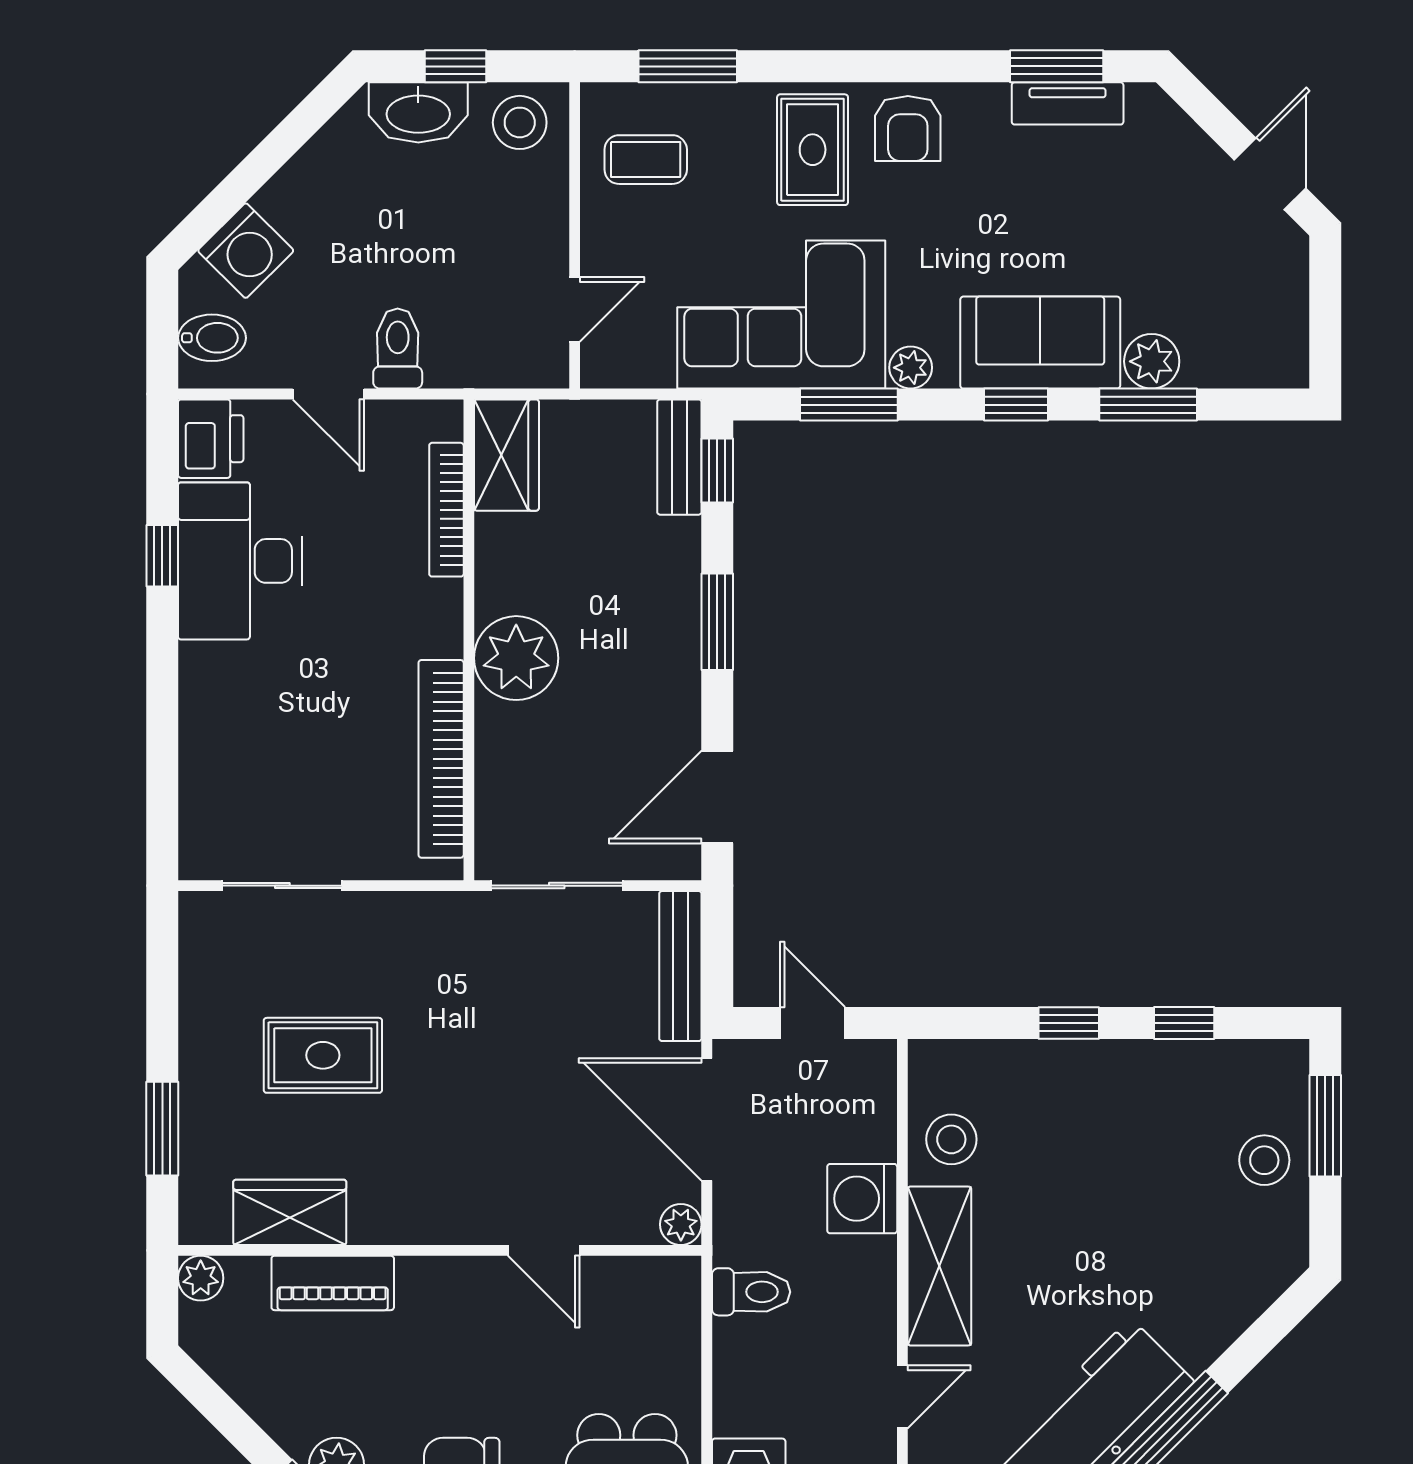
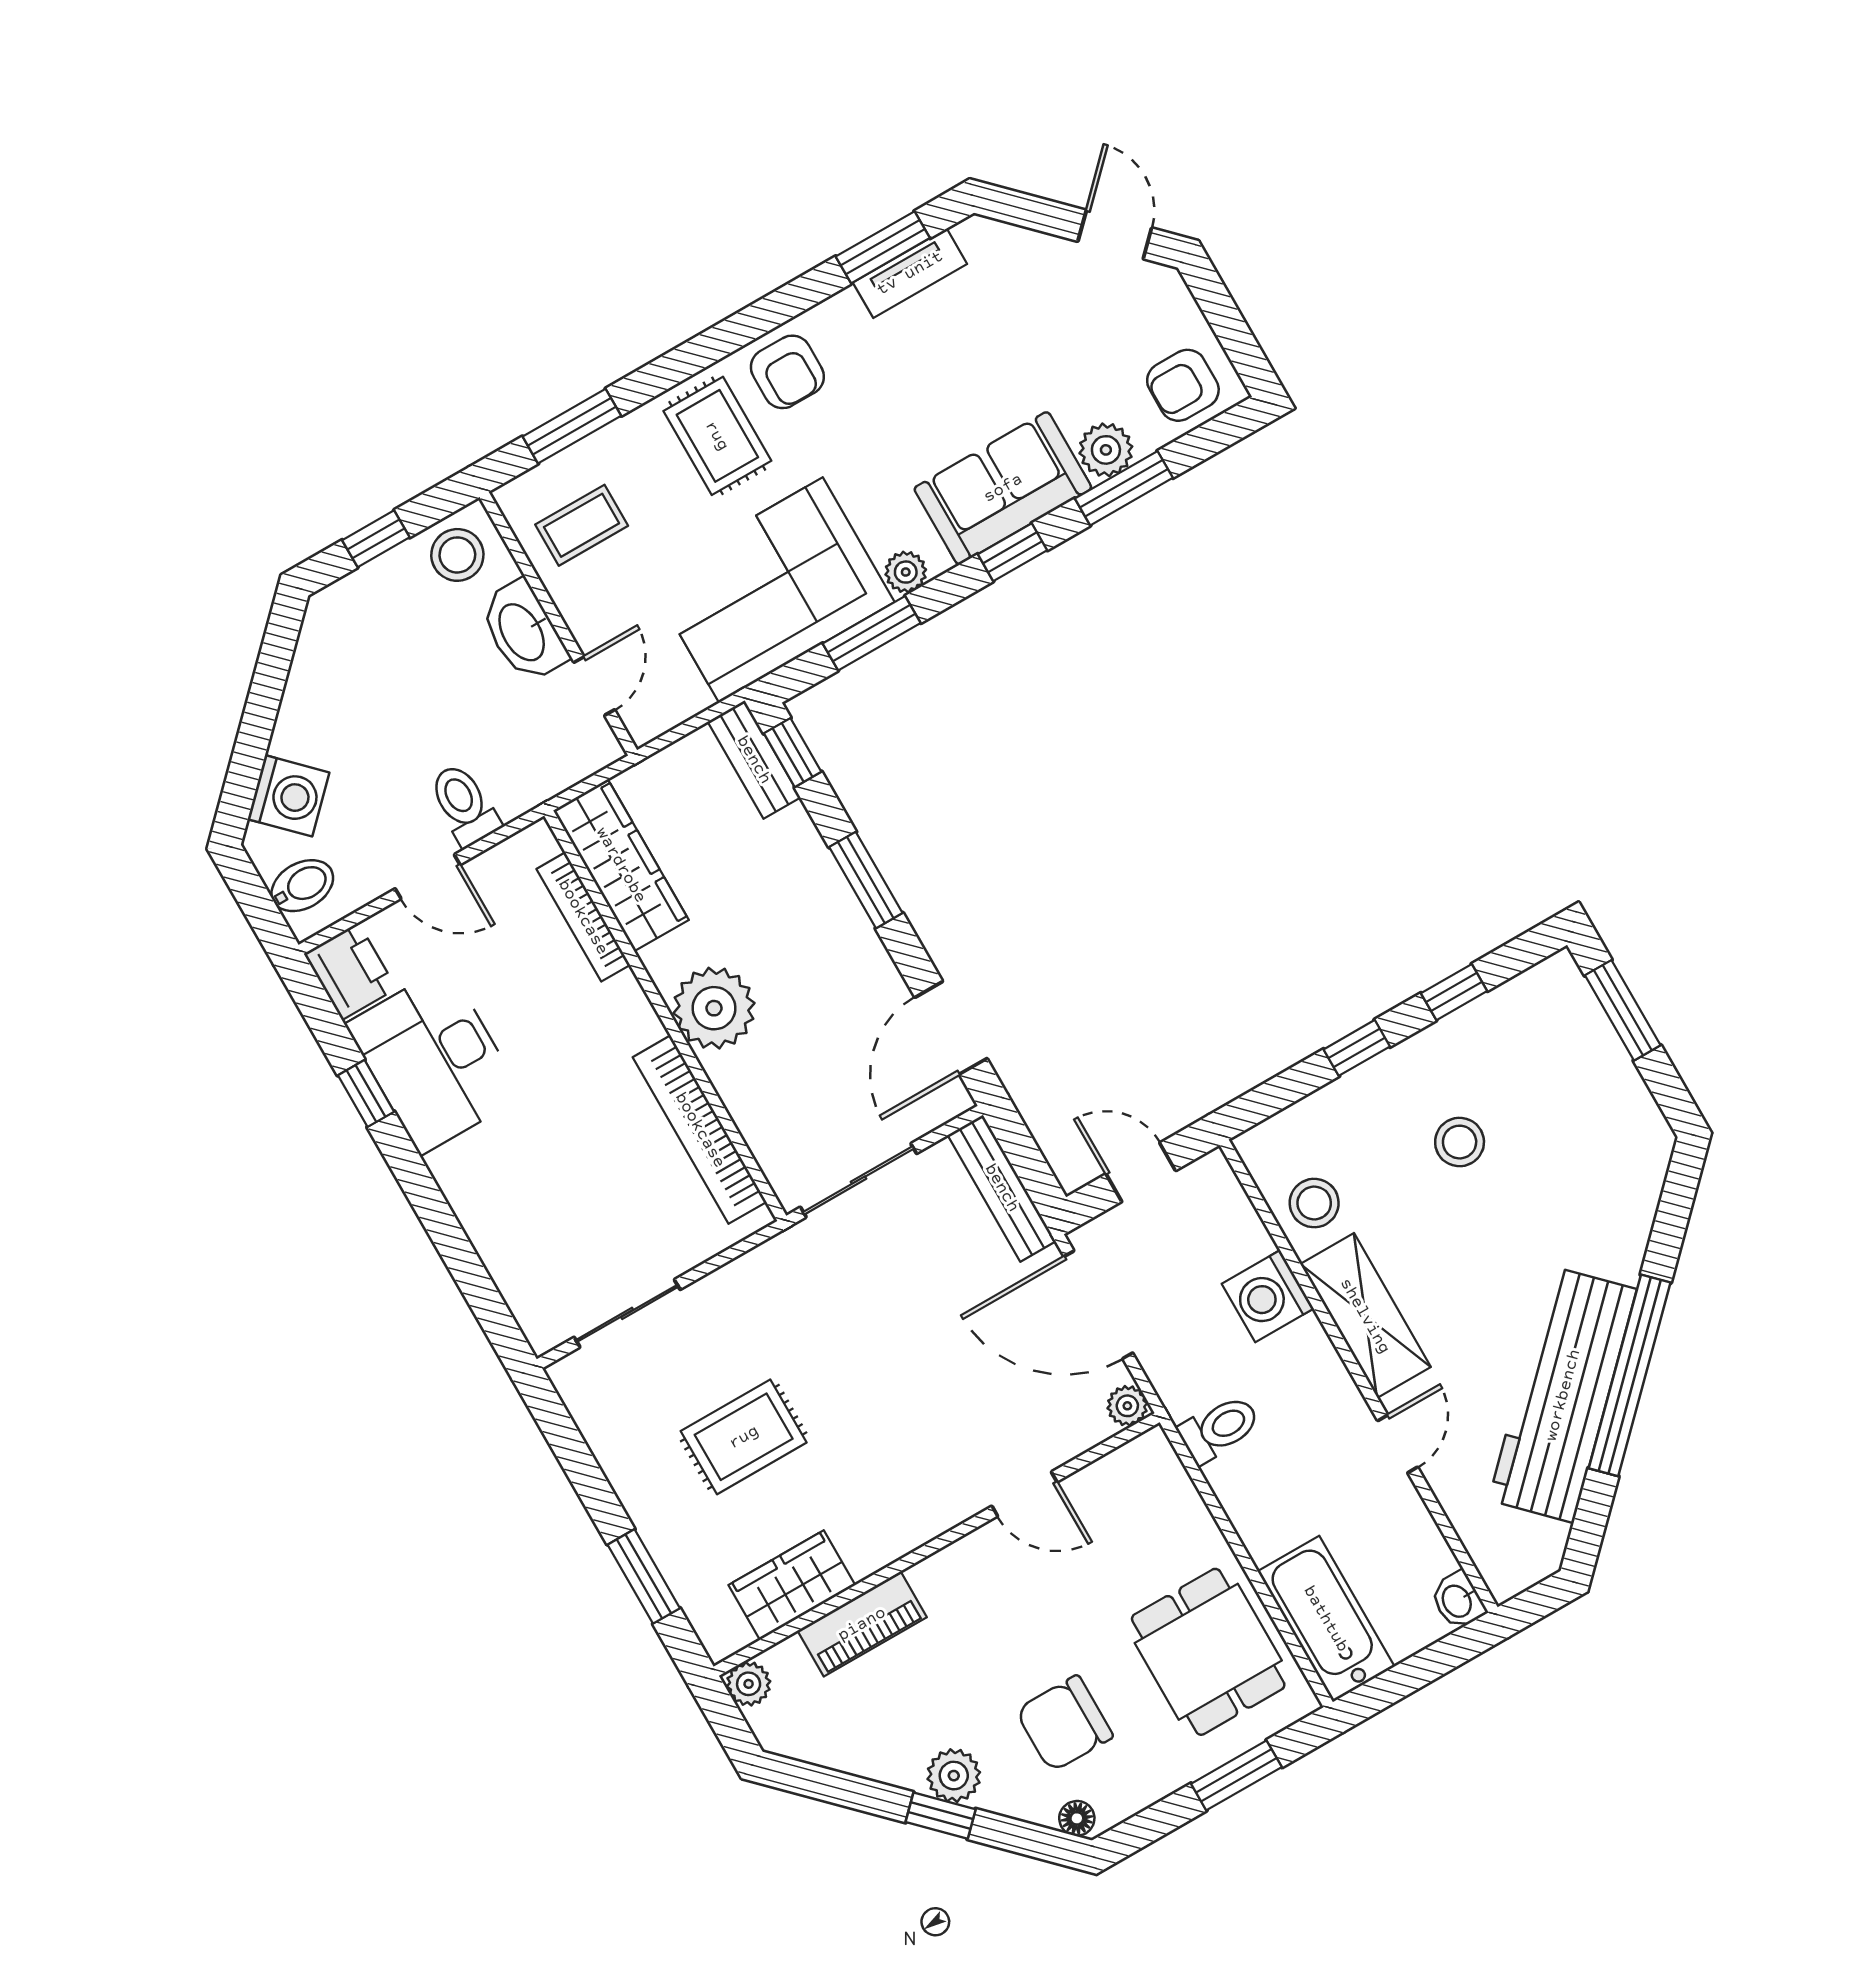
washbasin: (418, 112) -> (523, 631), moved, turned 90
armchair: (1254, 343) -> (1183, 385), added
wardrobe: (506, 455) -> (621, 865), width x1.50
stool: (1264, 1160) -> (1460, 1142), moved

